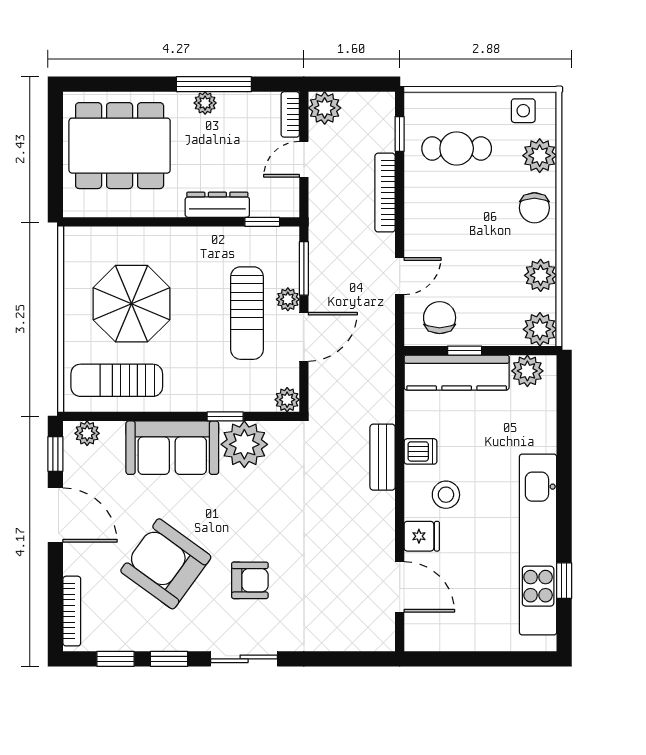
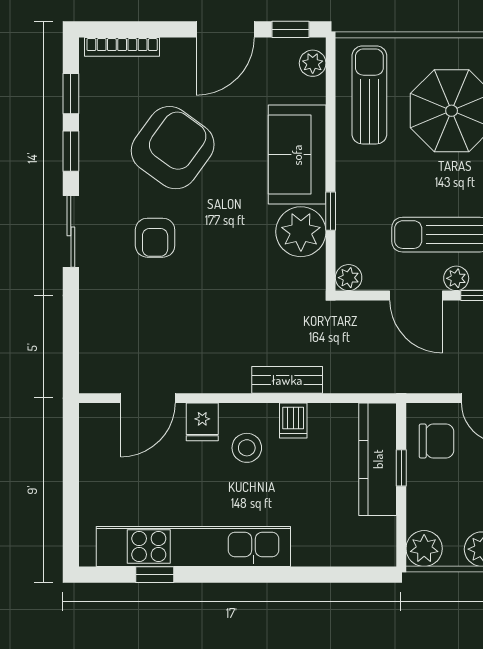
plant: (527, 371) -> (379, 535), removed

